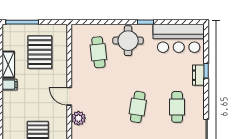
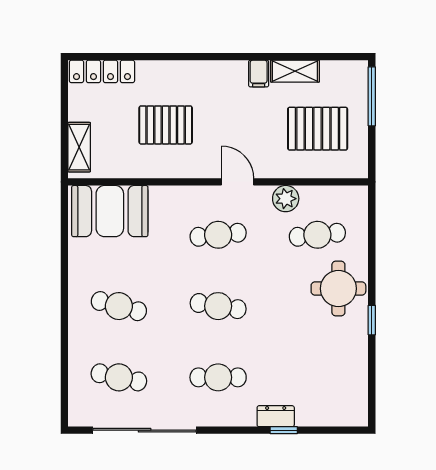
bar counter: (179, 38) -> (342, 380), removed
door: (69, 96) -> (237, 182), hinge flipped
cafe table: (98, 107) -> (218, 235), added
plant: (78, 118) -> (286, 199), moved

